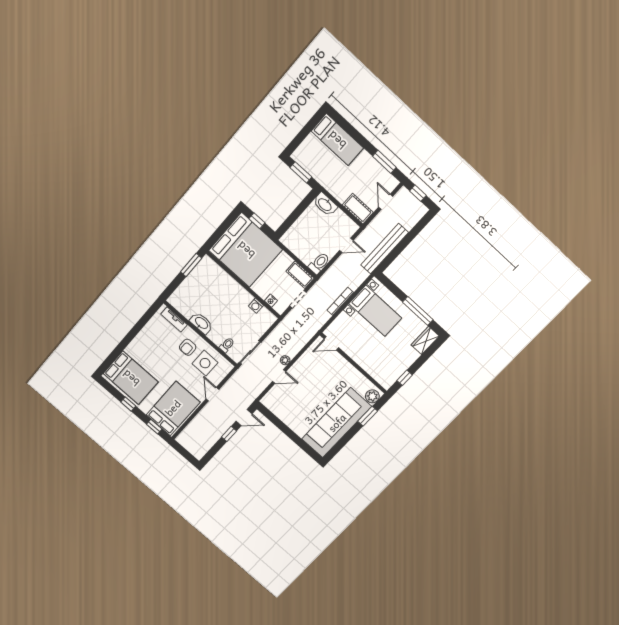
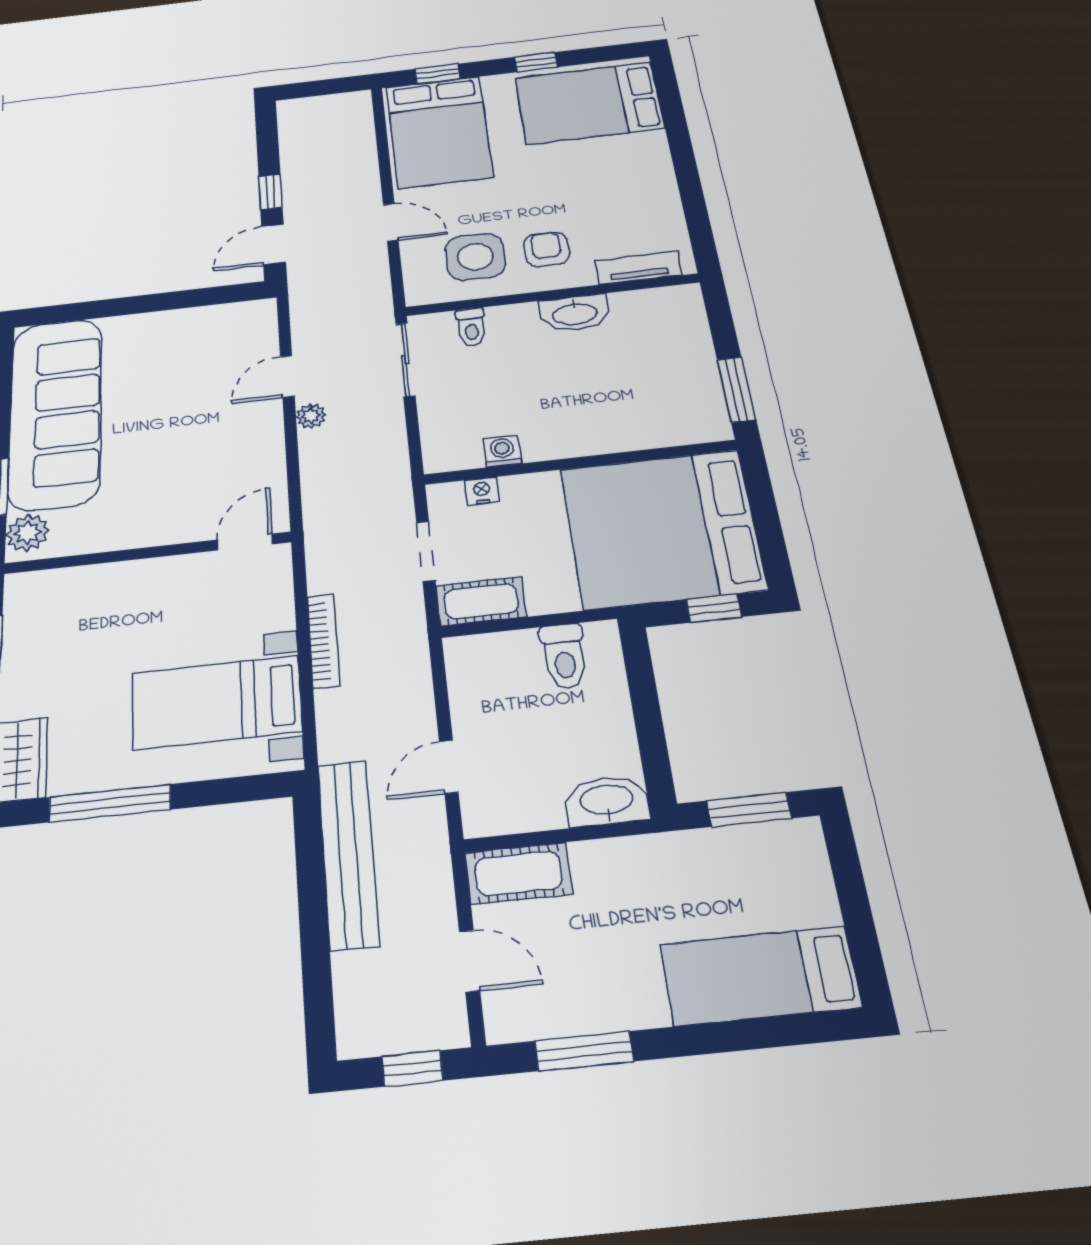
toilet: (319, 263) -> (564, 656), moved

